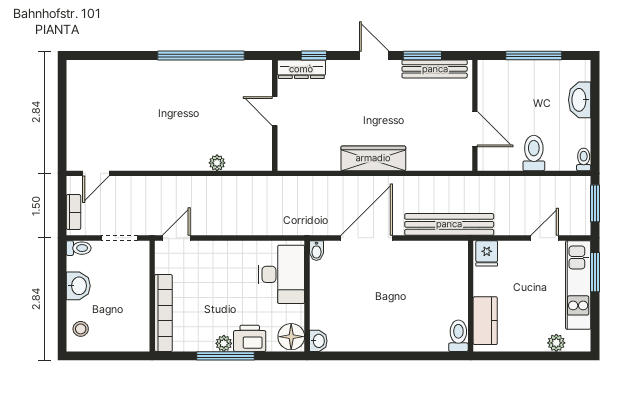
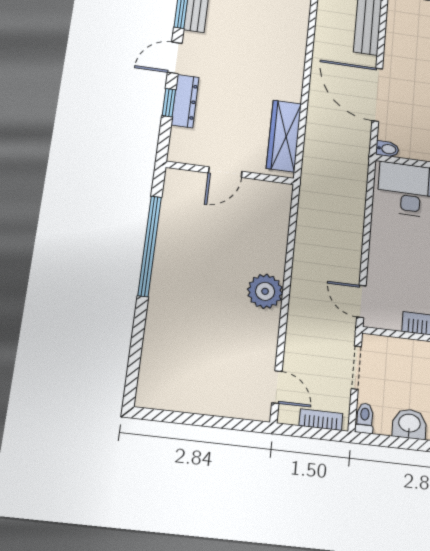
window: (314, 55) -> (169, 103), moved
dresser: (301, 69) -> (185, 101), moved
wardrobe: (373, 158) -> (284, 136), moved
plant: (217, 163) -> (265, 291), moved, width x1.87, depth x1.87

